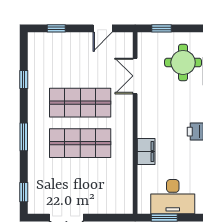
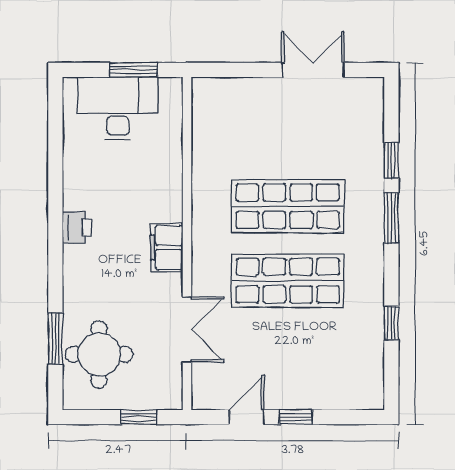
window: (56, 28) -> (296, 417), moved
filing cabinet: (146, 152) -> (167, 248), moved
window: (24, 192) -> (391, 160), moved

